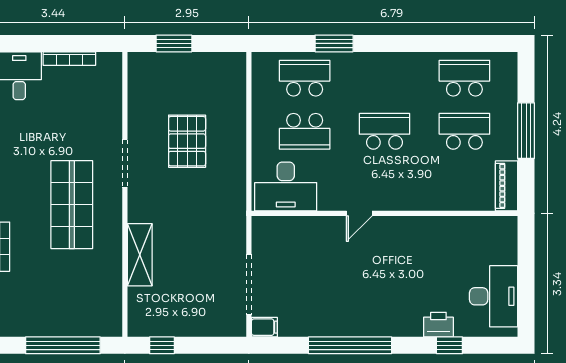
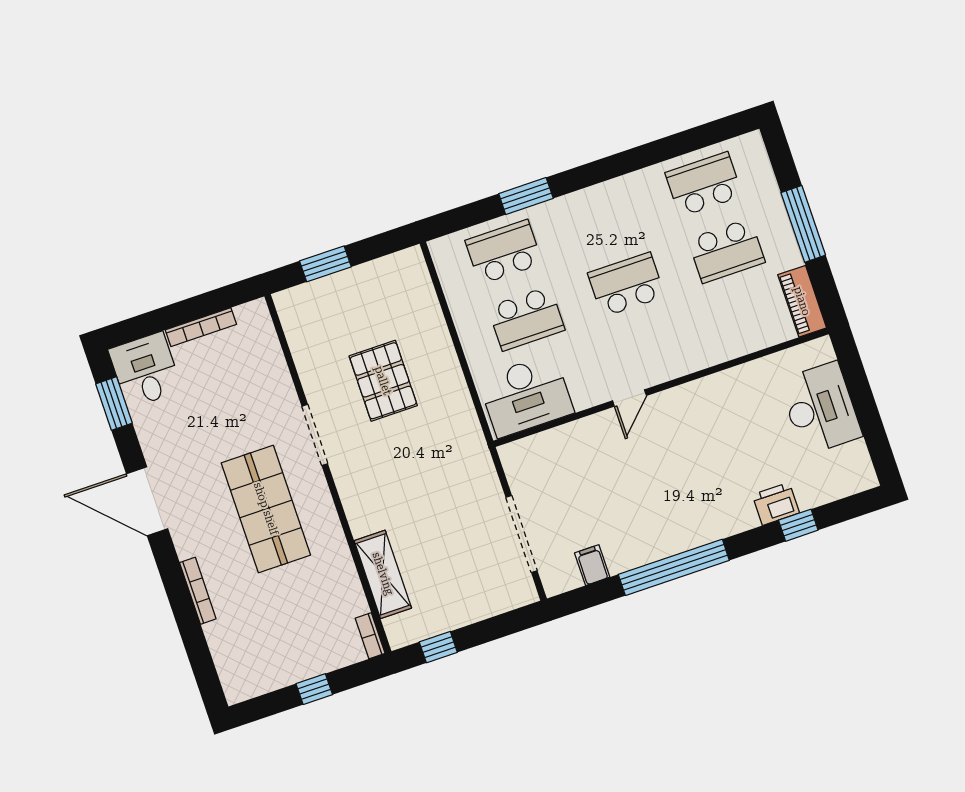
school desk: (464, 131) -> (726, 251), turned 180
shelving: (140, 255) -> (383, 574), moved
desk: (494, 296) -> (820, 408), moved
bookcase: (116, 321) -> (370, 636), added
filing cabinet: (264, 327) -> (592, 565), moved, turned -90
window: (63, 345) -> (314, 689), width x0.32

